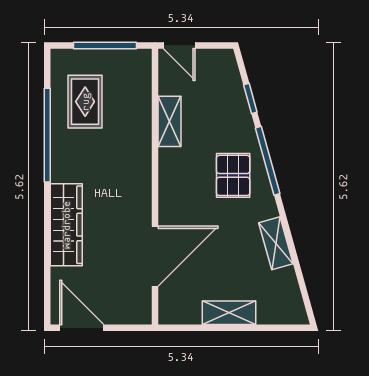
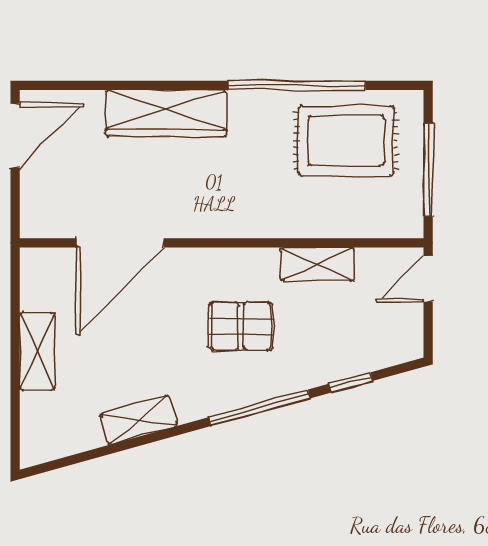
rug: (85, 102) -> (346, 141), width x1.36, depth x1.43
pallet: (233, 175) -> (241, 326), moved
door: (155, 256) -> (120, 243), hinge flipped

